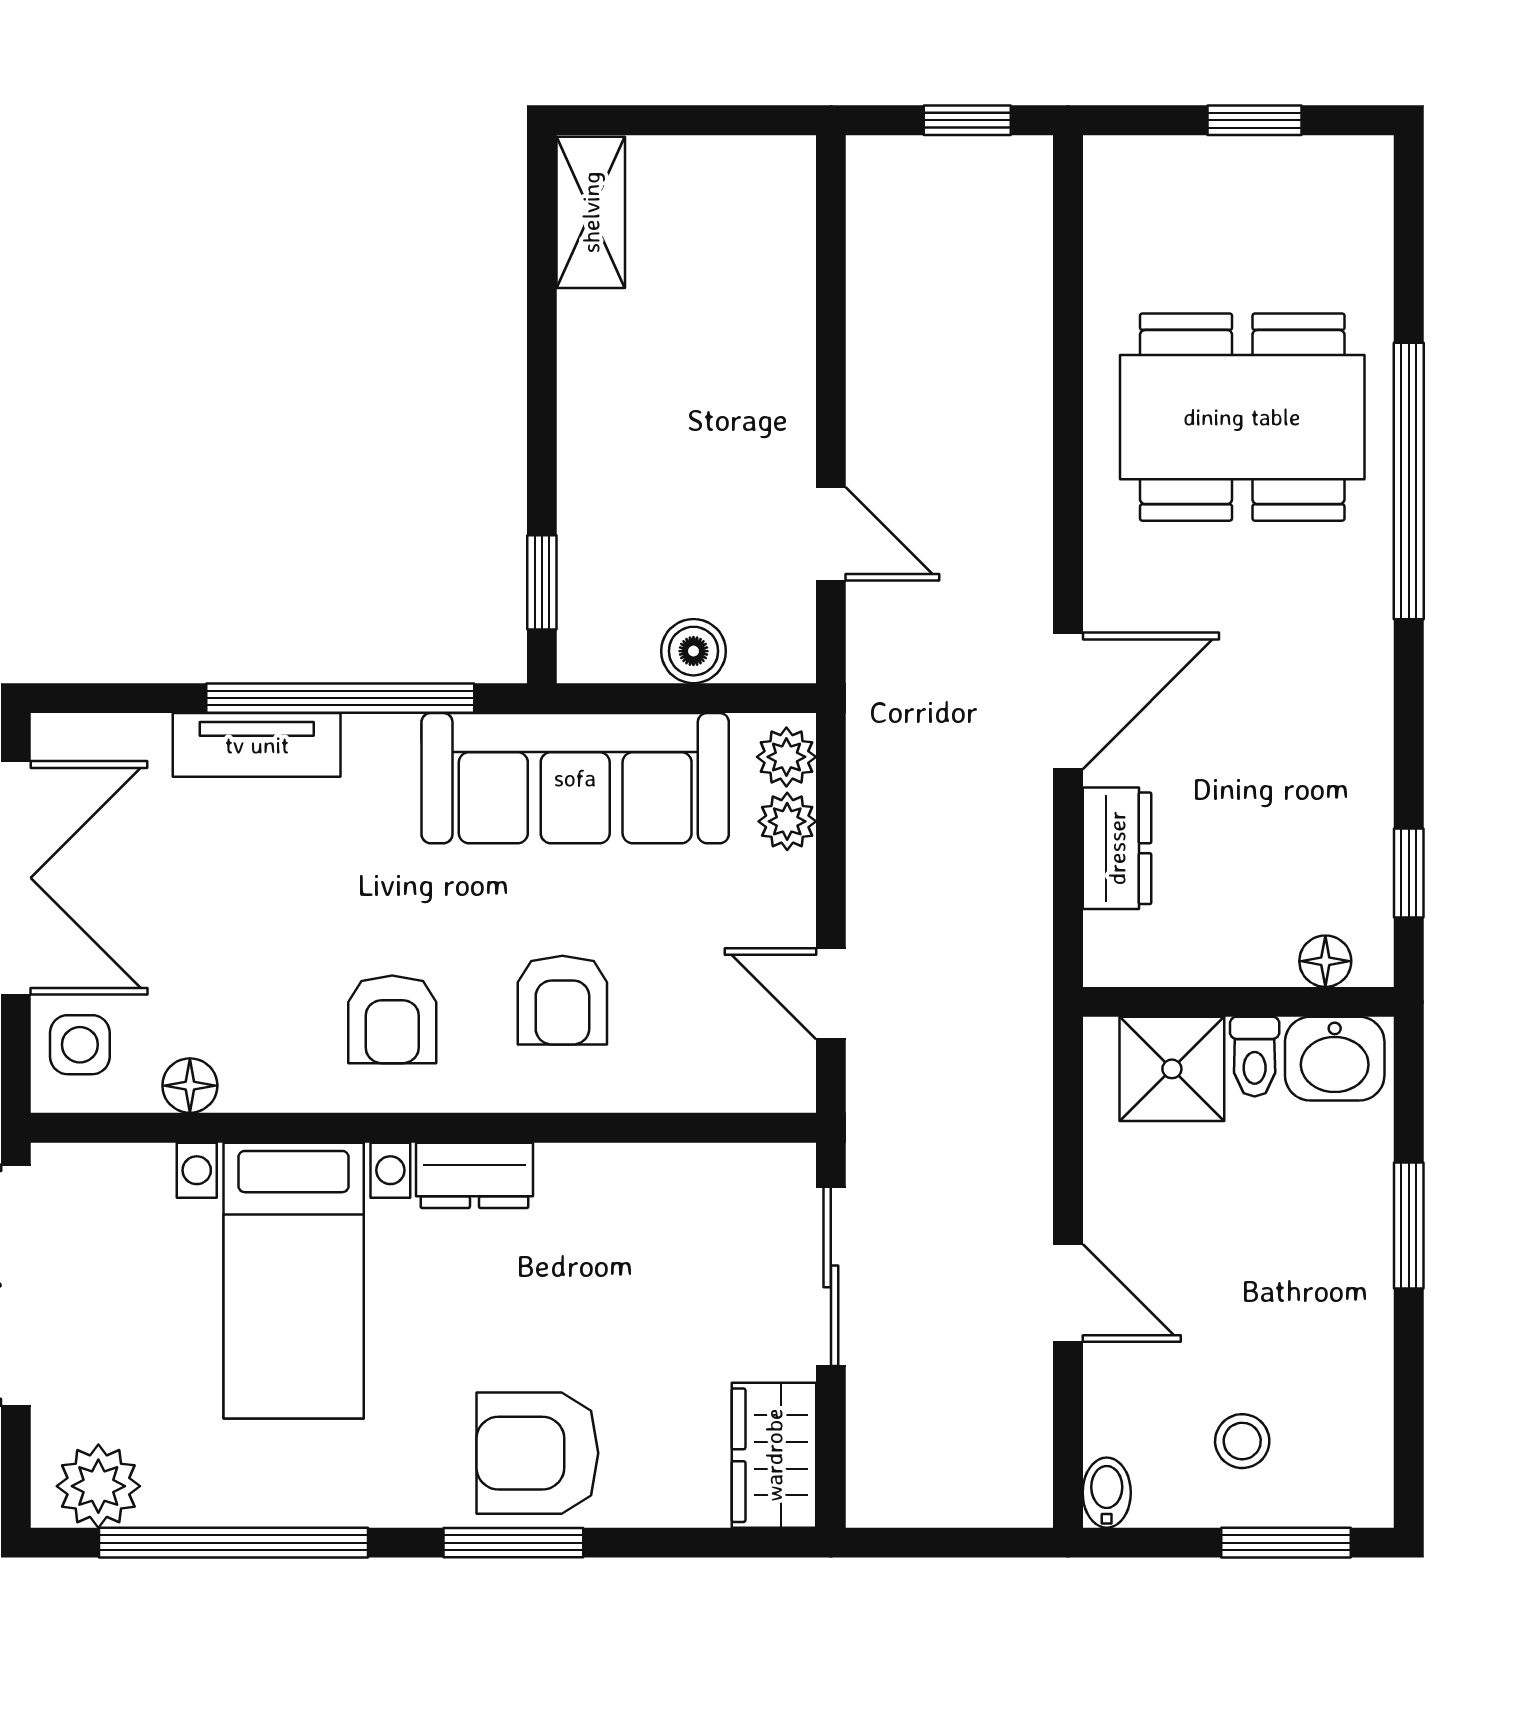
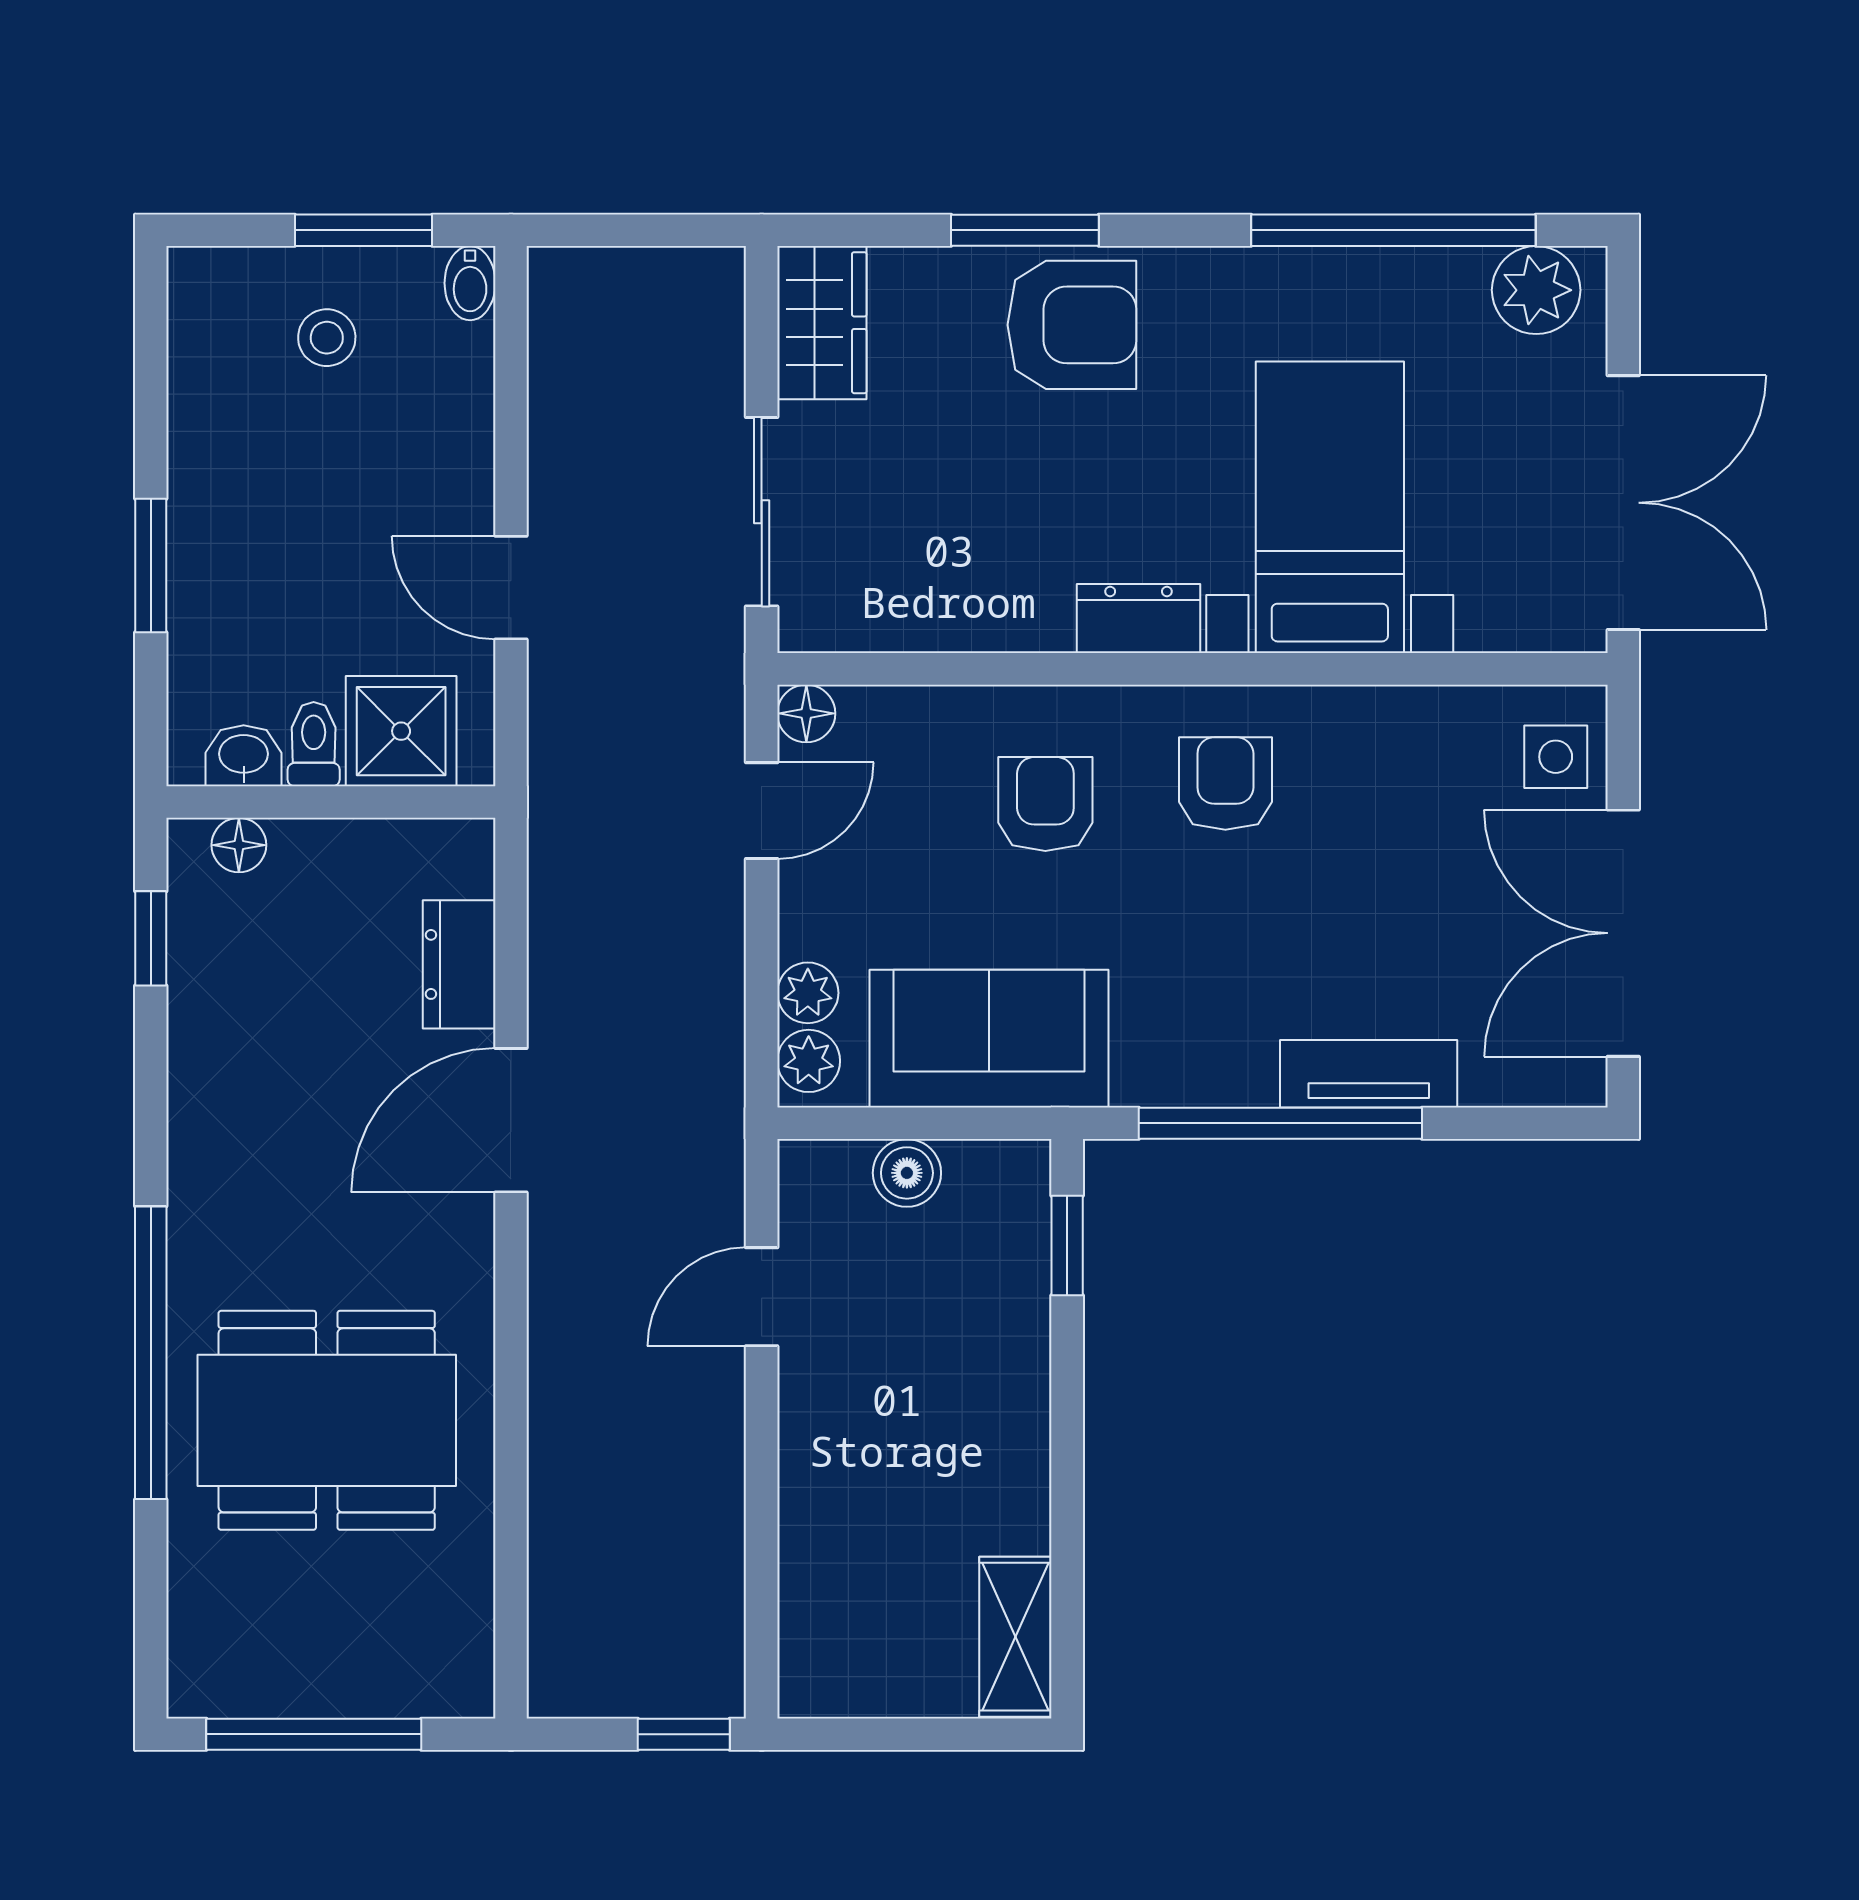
window: (967, 120) -> (684, 1734), moved
window: (1254, 120) -> (314, 1734), width x2.17
door: (831, 534) -> (762, 1297), hinge flipped
sofa: (575, 778) -> (989, 1039), width x0.73
door: (831, 994) -> (762, 811), hinge flipped
washbasin: (1335, 1059) -> (244, 756), width x0.72, depth x0.69
floor lamp: (190, 1086) -> (806, 713), moved
door: (1068, 1293) -> (511, 588), moved
window: (513, 1543) -> (1025, 230), moved
window: (1286, 1543) -> (363, 230), moved

